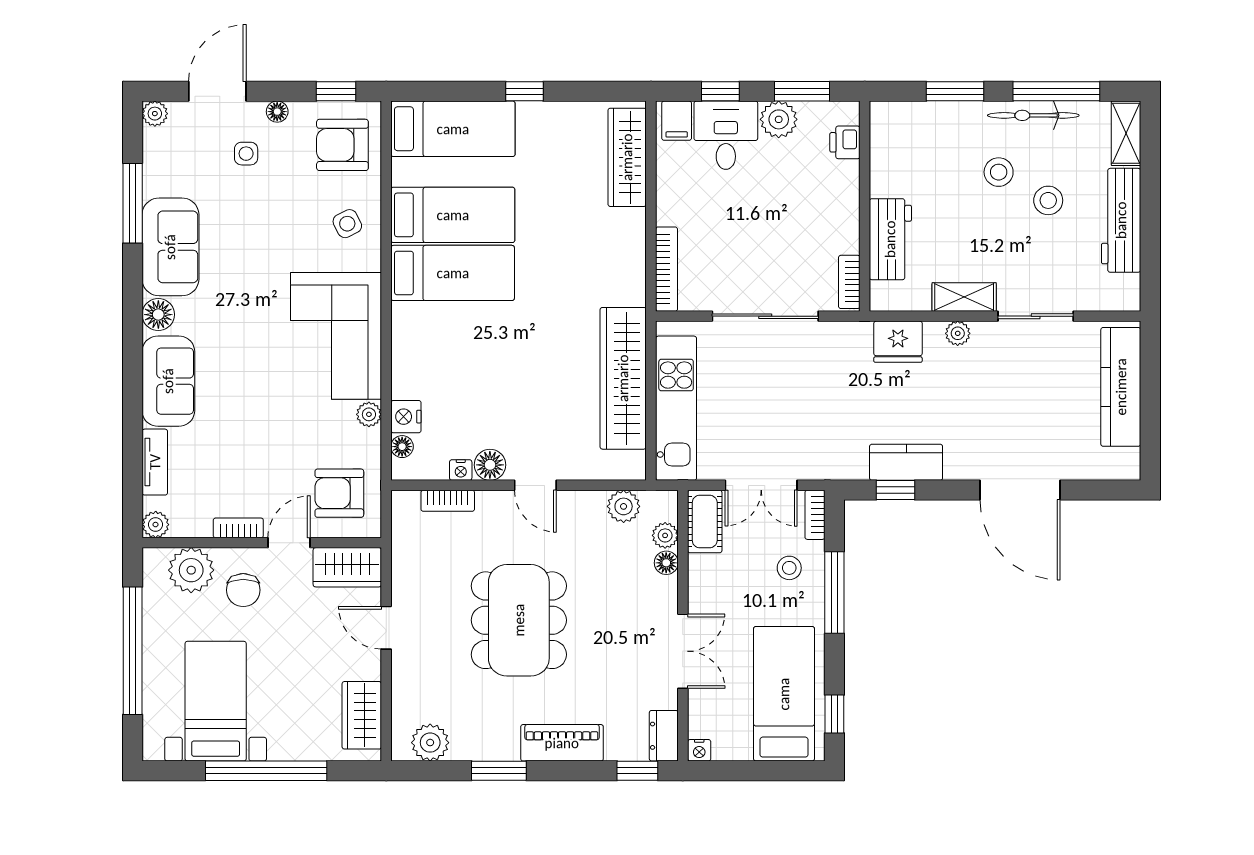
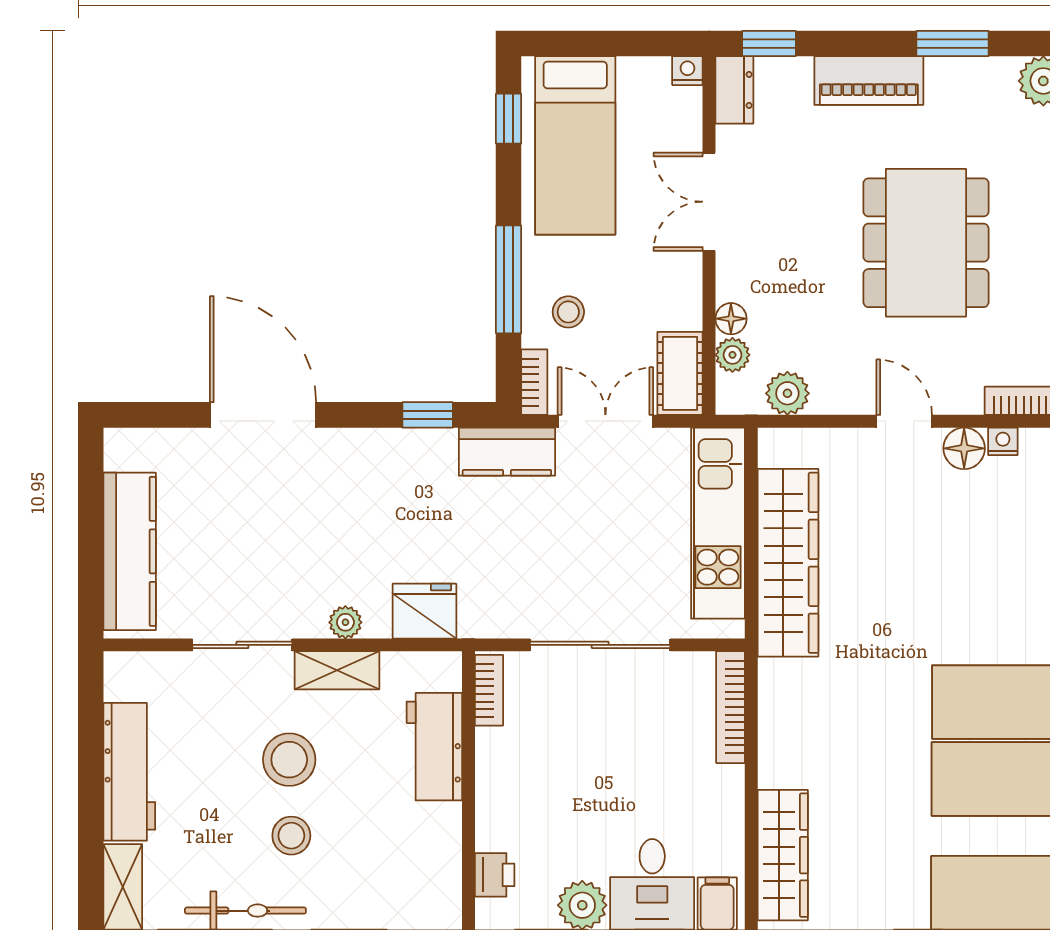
stool: (1048, 200) -> (289, 760), moved, width x1.38, depth x1.38
kitchen counter: (906, 462) -> (507, 452), moved

